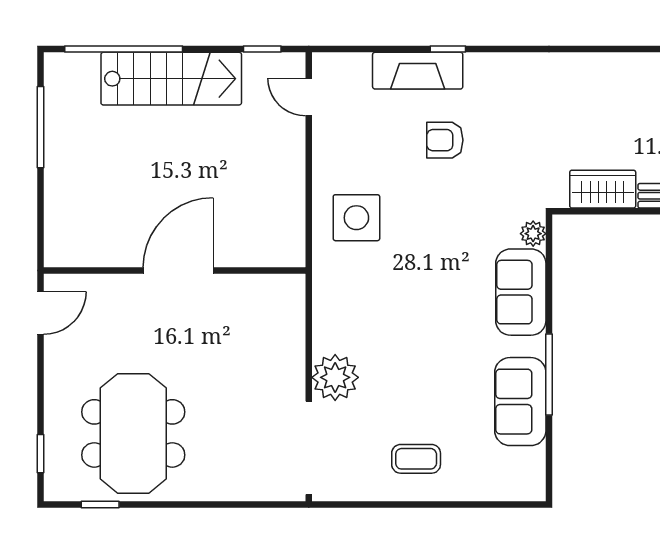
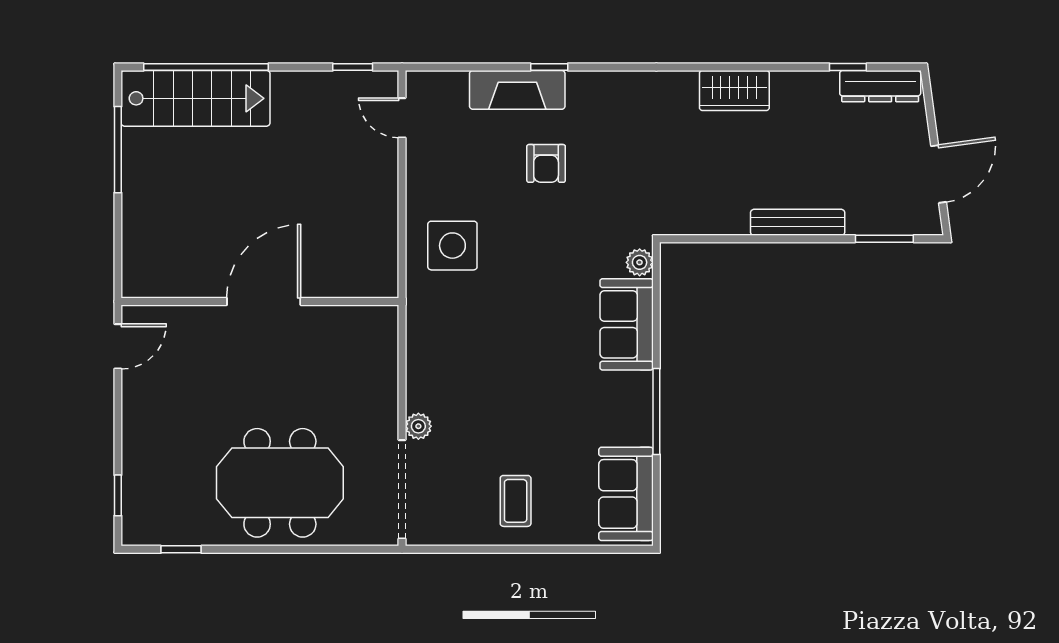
stairs: (171, 79) -> (196, 98), moved
armchair: (445, 140) -> (546, 163), turned -90
wardrobe: (603, 189) -> (734, 90), moved, turned 180
plant: (335, 377) -> (418, 426), width x0.53, depth x0.53
sofa: (520, 402) -> (626, 494), moved
meeting table: (133, 433) -> (280, 483), moved, turned 90
coffee table: (416, 459) -> (516, 501), turned 90

